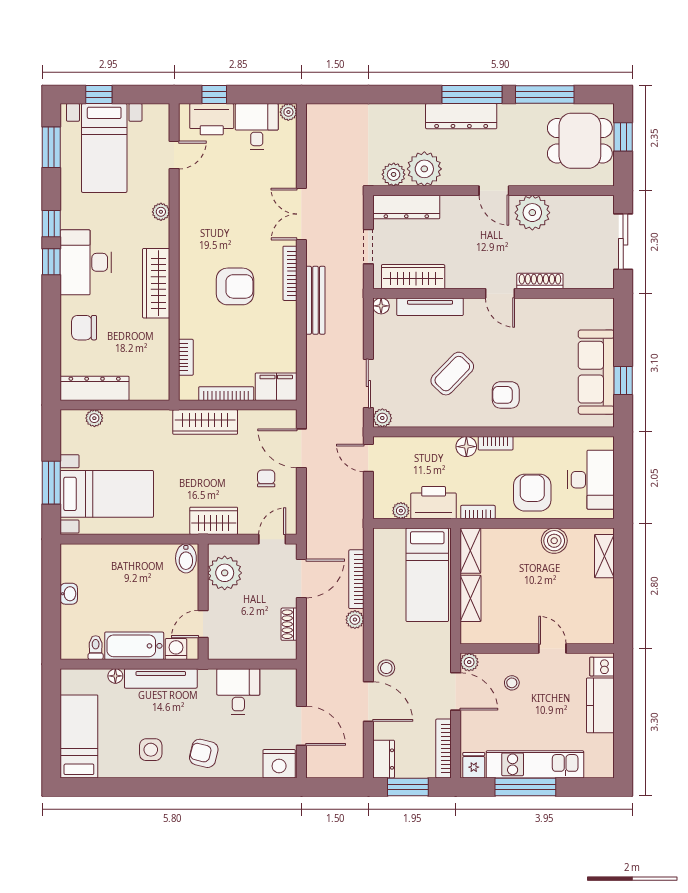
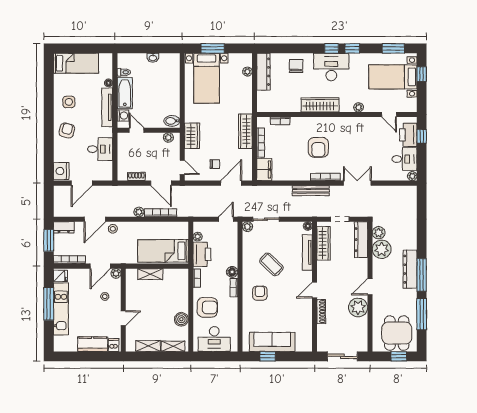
shelving: (470, 551) -> (148, 346), moved
plant: (225, 573) -> (168, 137), width x0.53, depth x0.53

